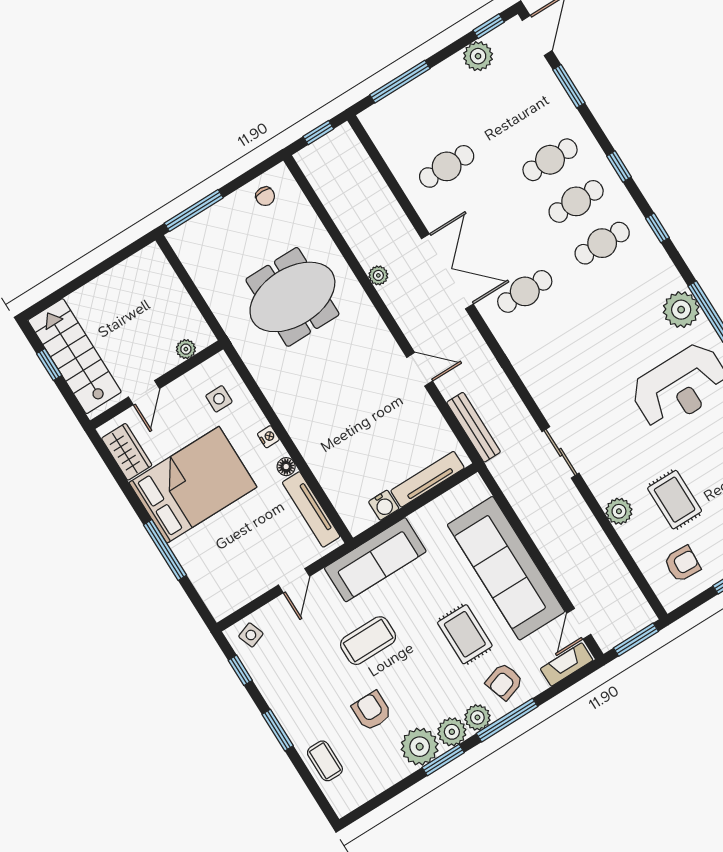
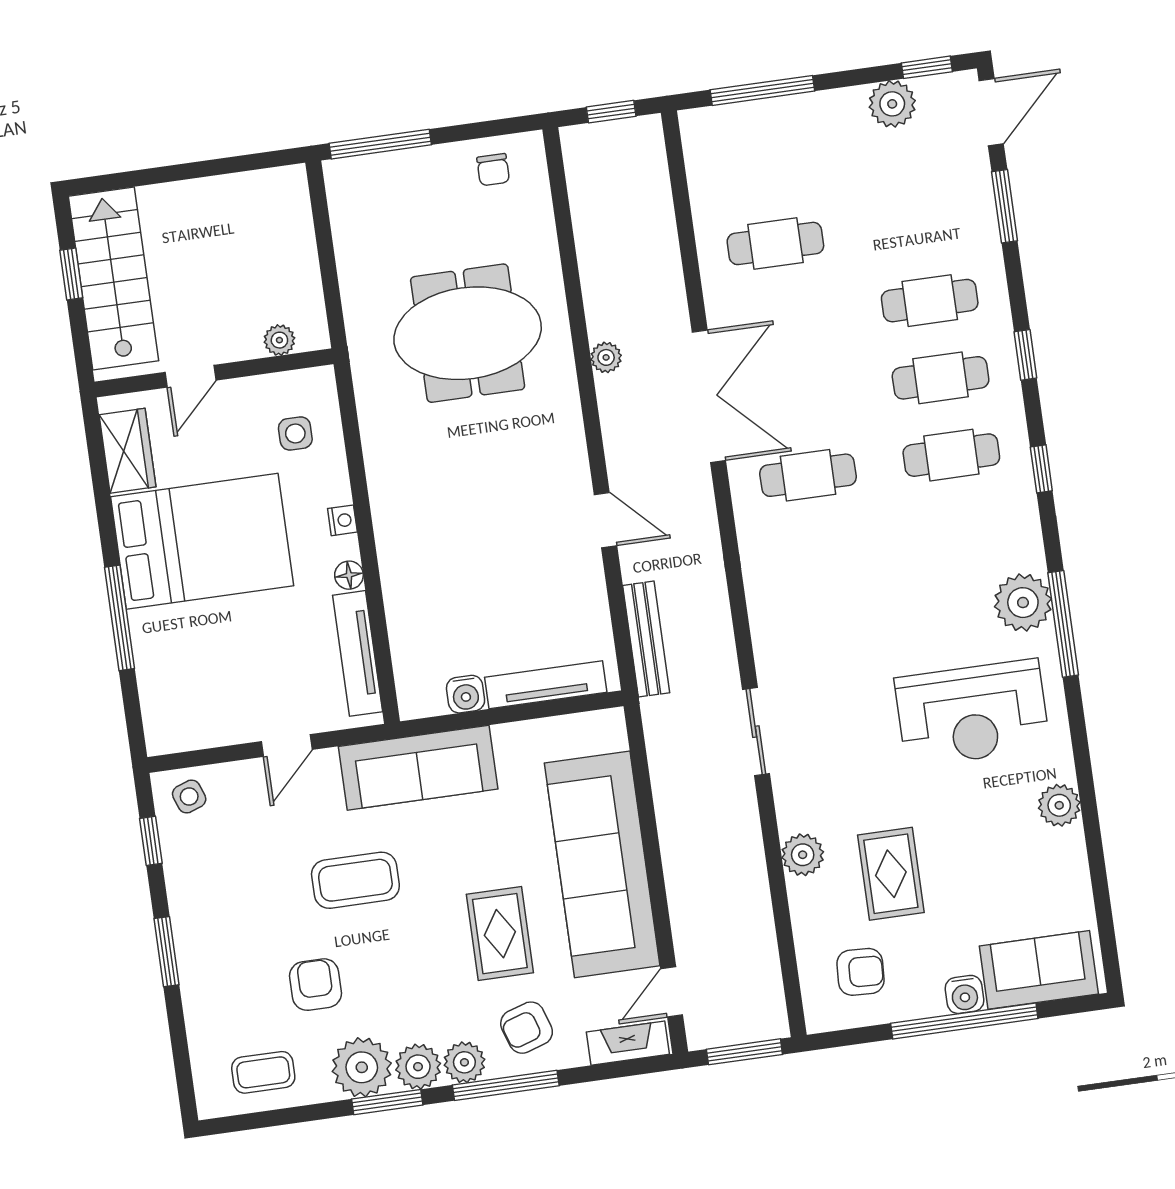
coffee table: (325, 761) -> (263, 1072), moved, turned 90

